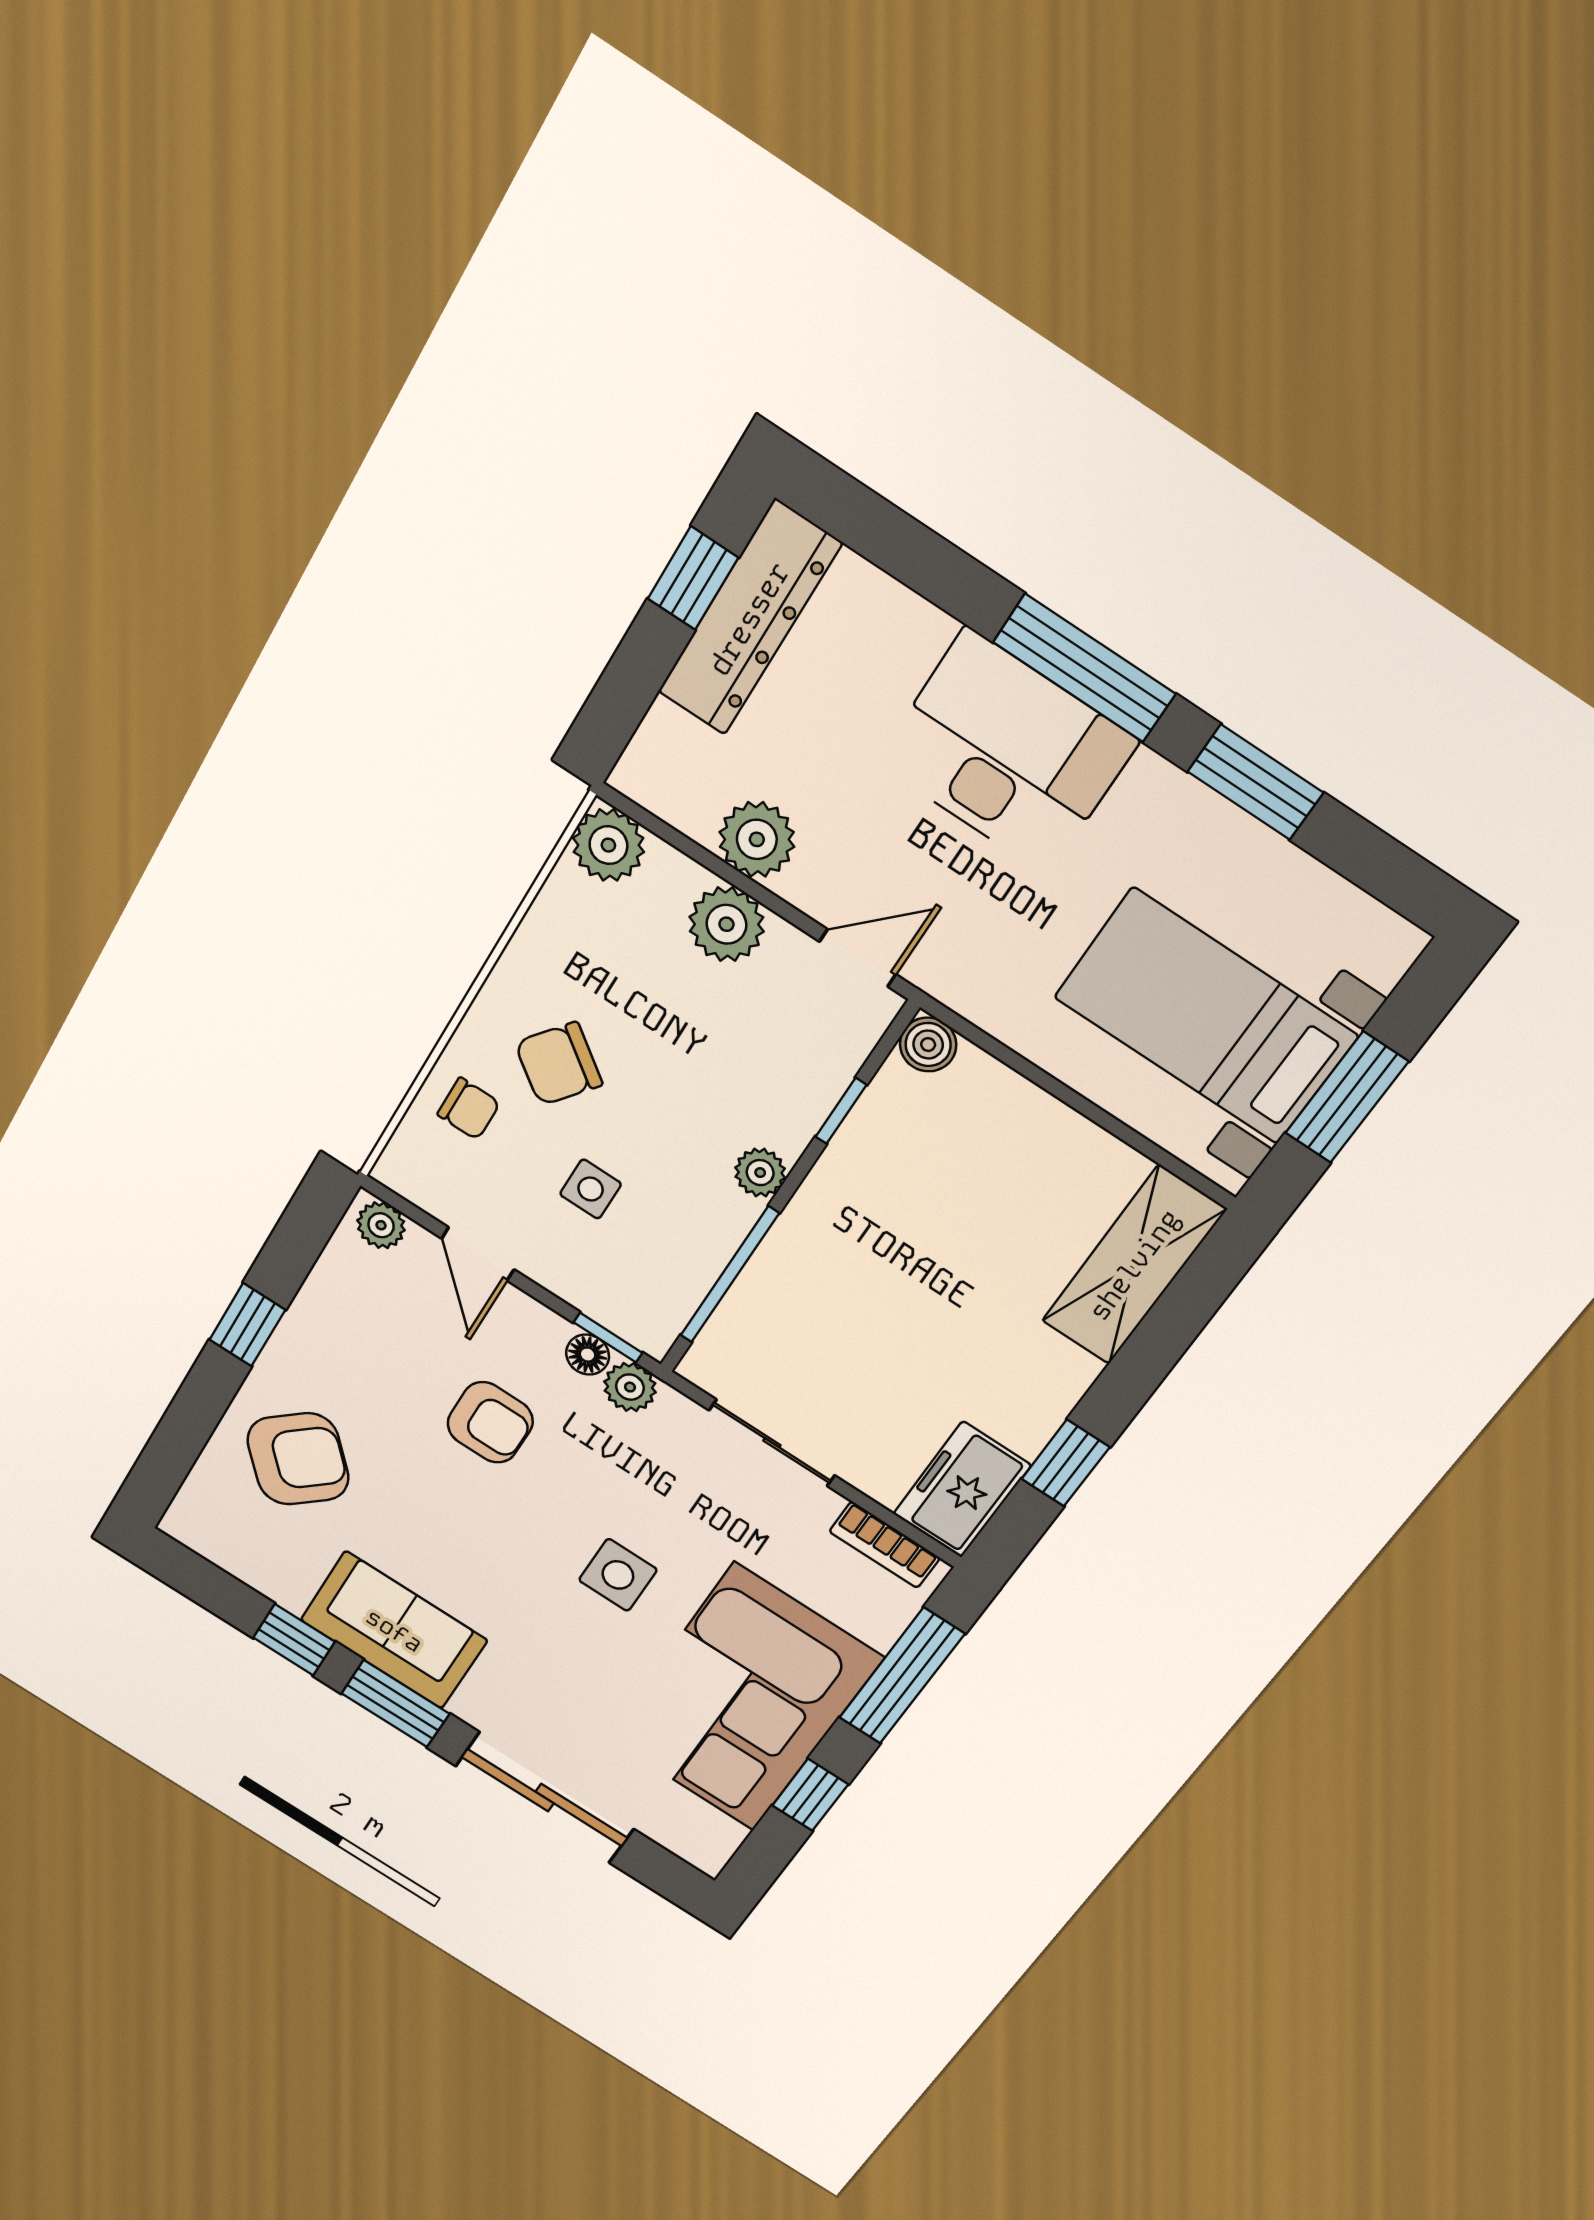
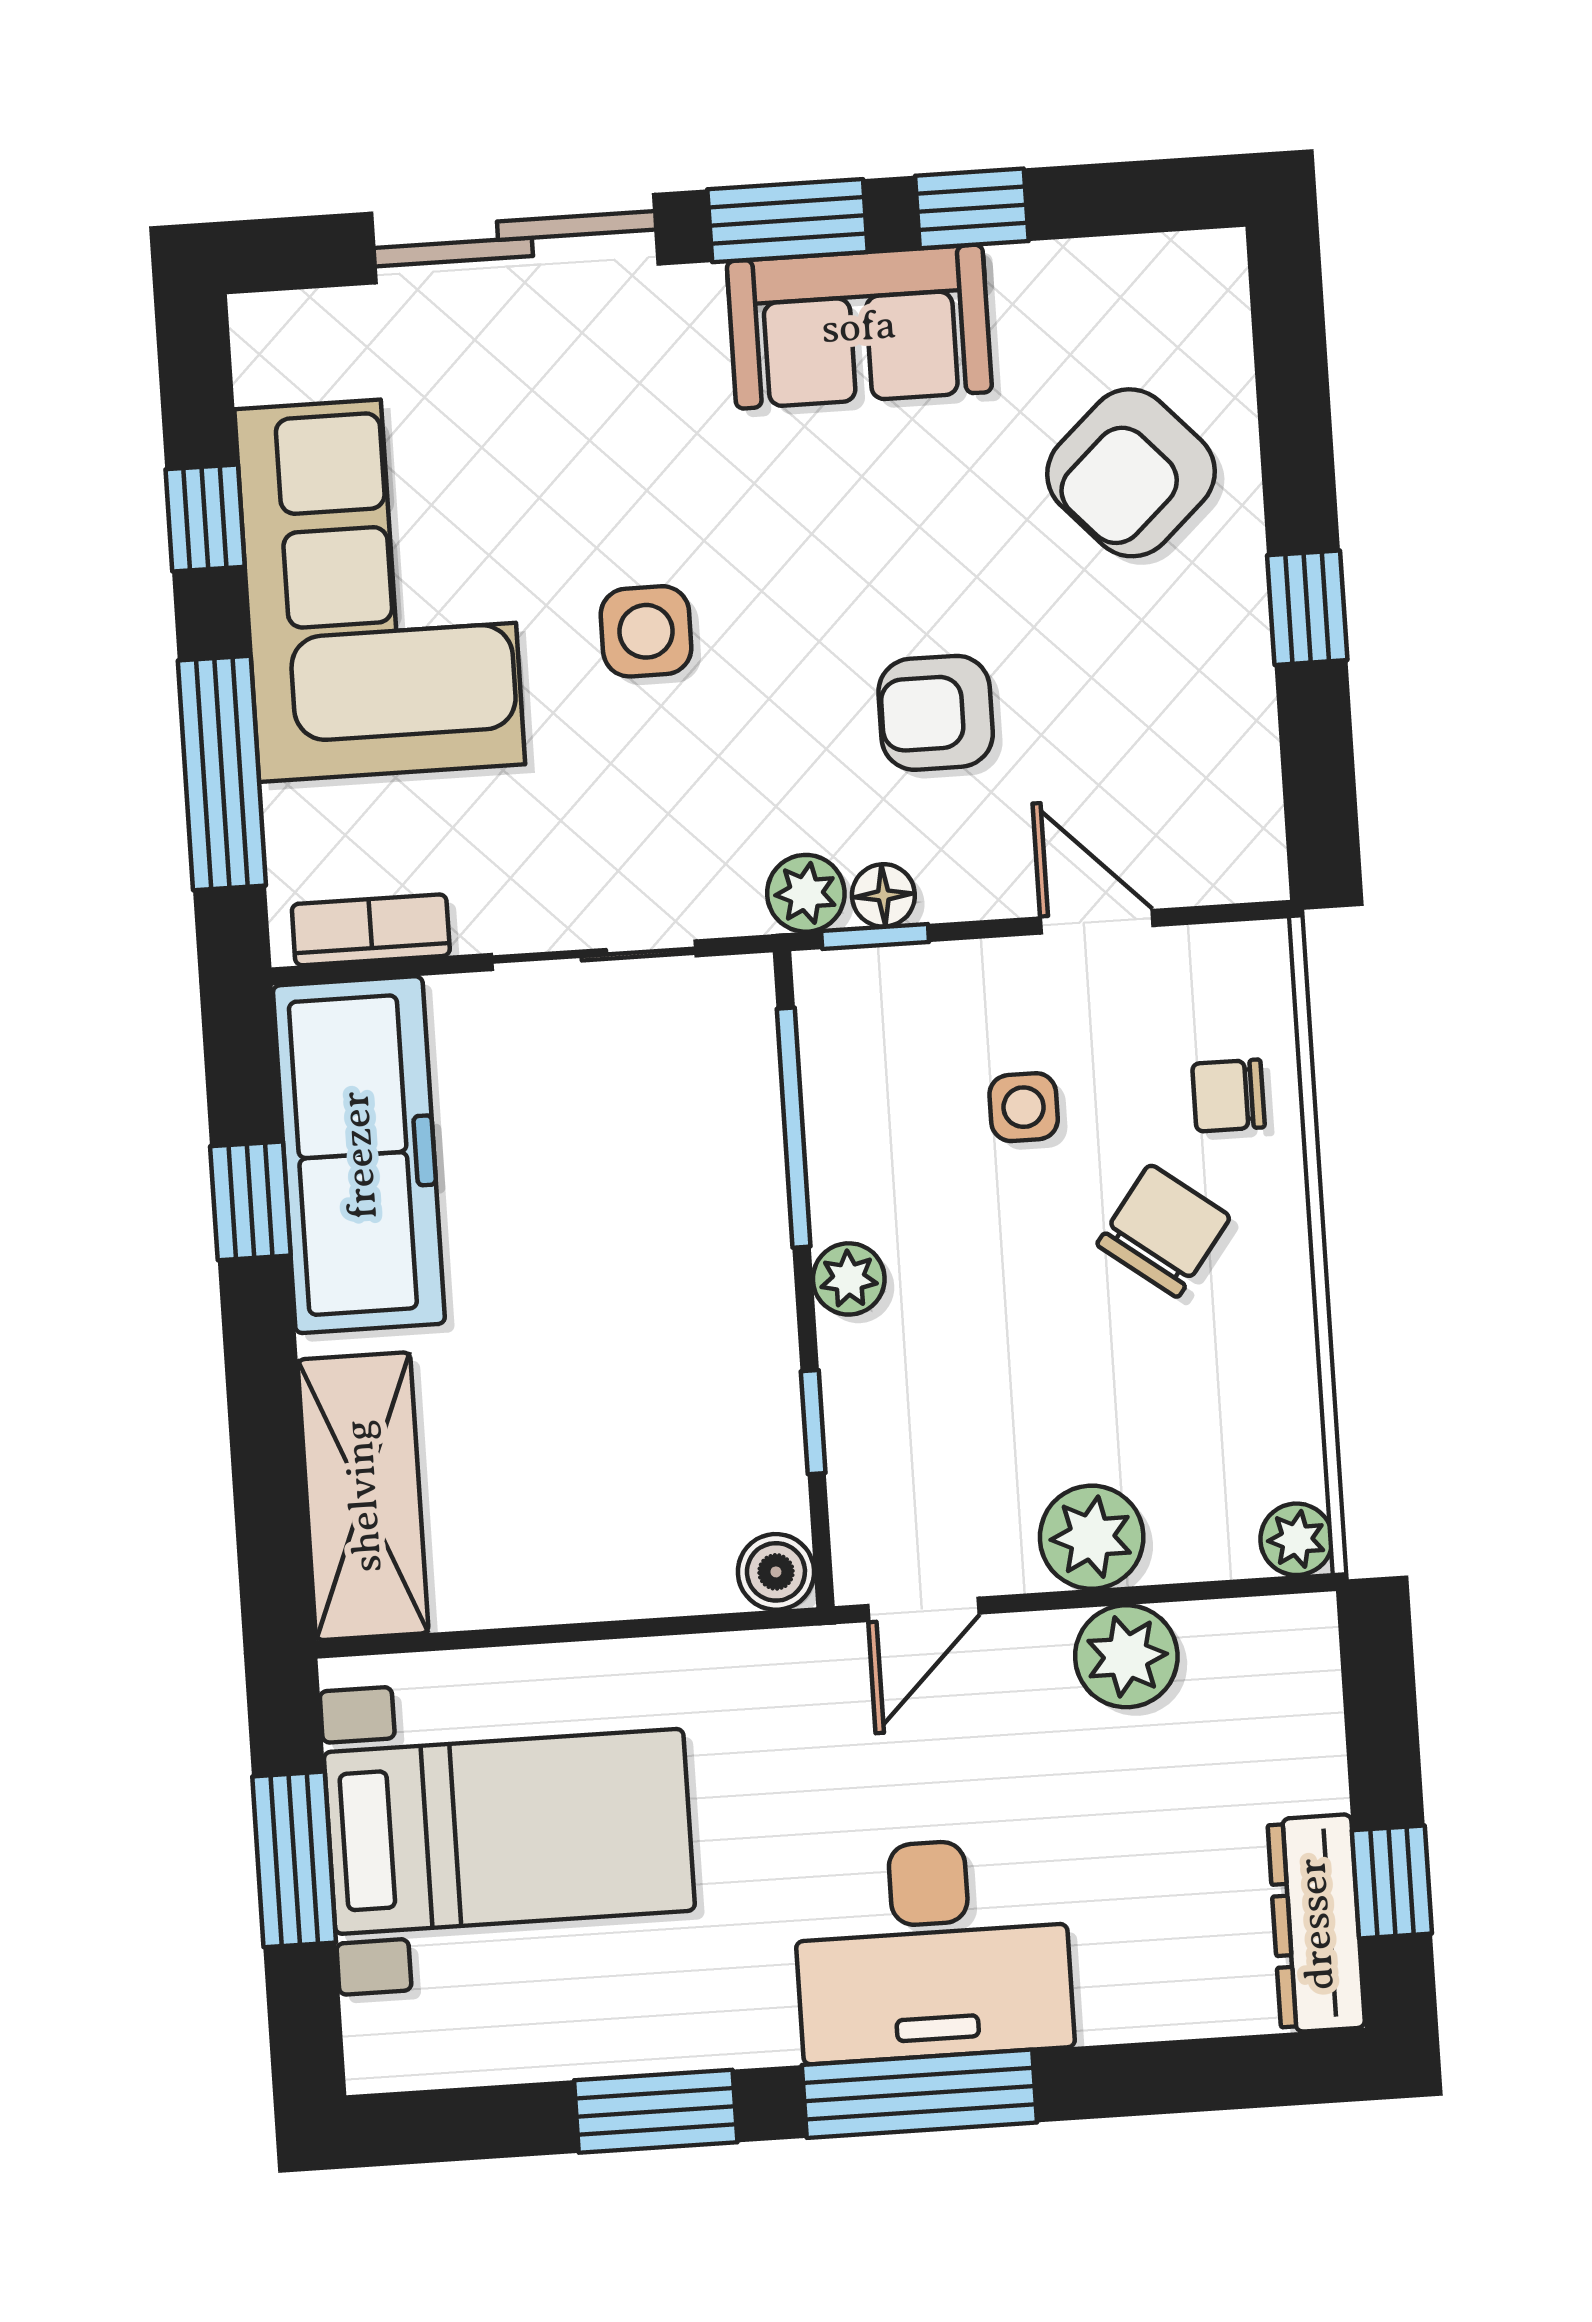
dresser: (749, 618) -> (1316, 1924), width x0.73, depth x0.80
plant: (608, 845) -> (1297, 1539), width x0.73, depth x0.73
plant: (381, 1225) -> (1233, 868), removed
freezer: (962, 1490) -> (359, 1155), width x1.91, depth x1.26

